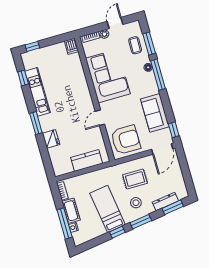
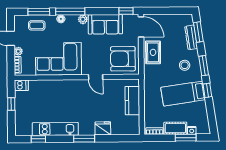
window: (32, 46) -> (11, 104), moved
plant: (154, 89) -> (83, 19), added
armchair: (126, 140) -> (123, 59), turned -90
rug: (135, 179) -> (153, 52), moved
window: (65, 223) -> (186, 138), width x0.69

